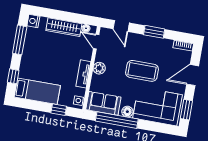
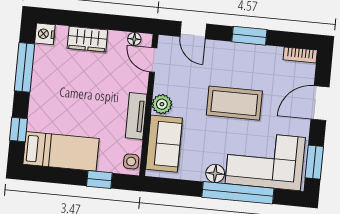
wardrobe: (64, 27) -> (87, 39), width x0.67
sofa: (103, 103) -> (164, 144), moved, turned 90
window: (117, 120) -> (238, 193), moved

